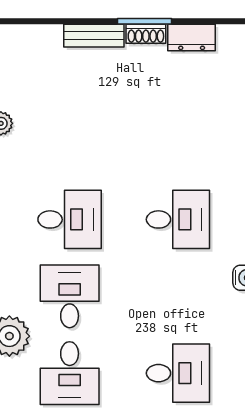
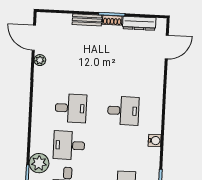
dresser: (192, 38) -> (139, 23), width x1.44
desk: (70, 296) -> (69, 145), turned -90

